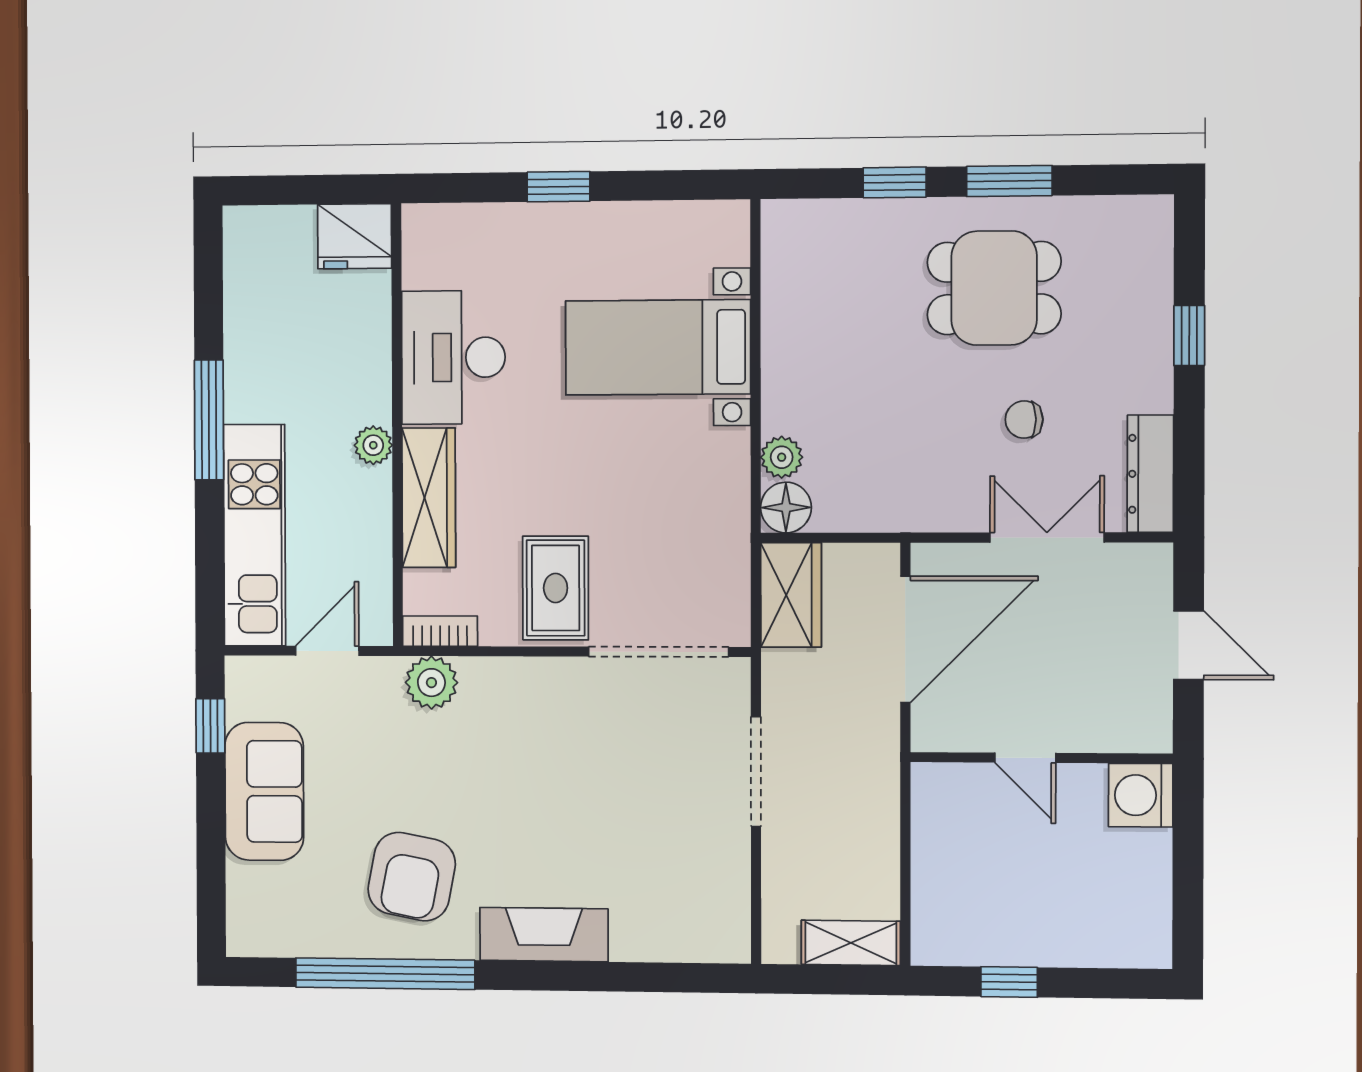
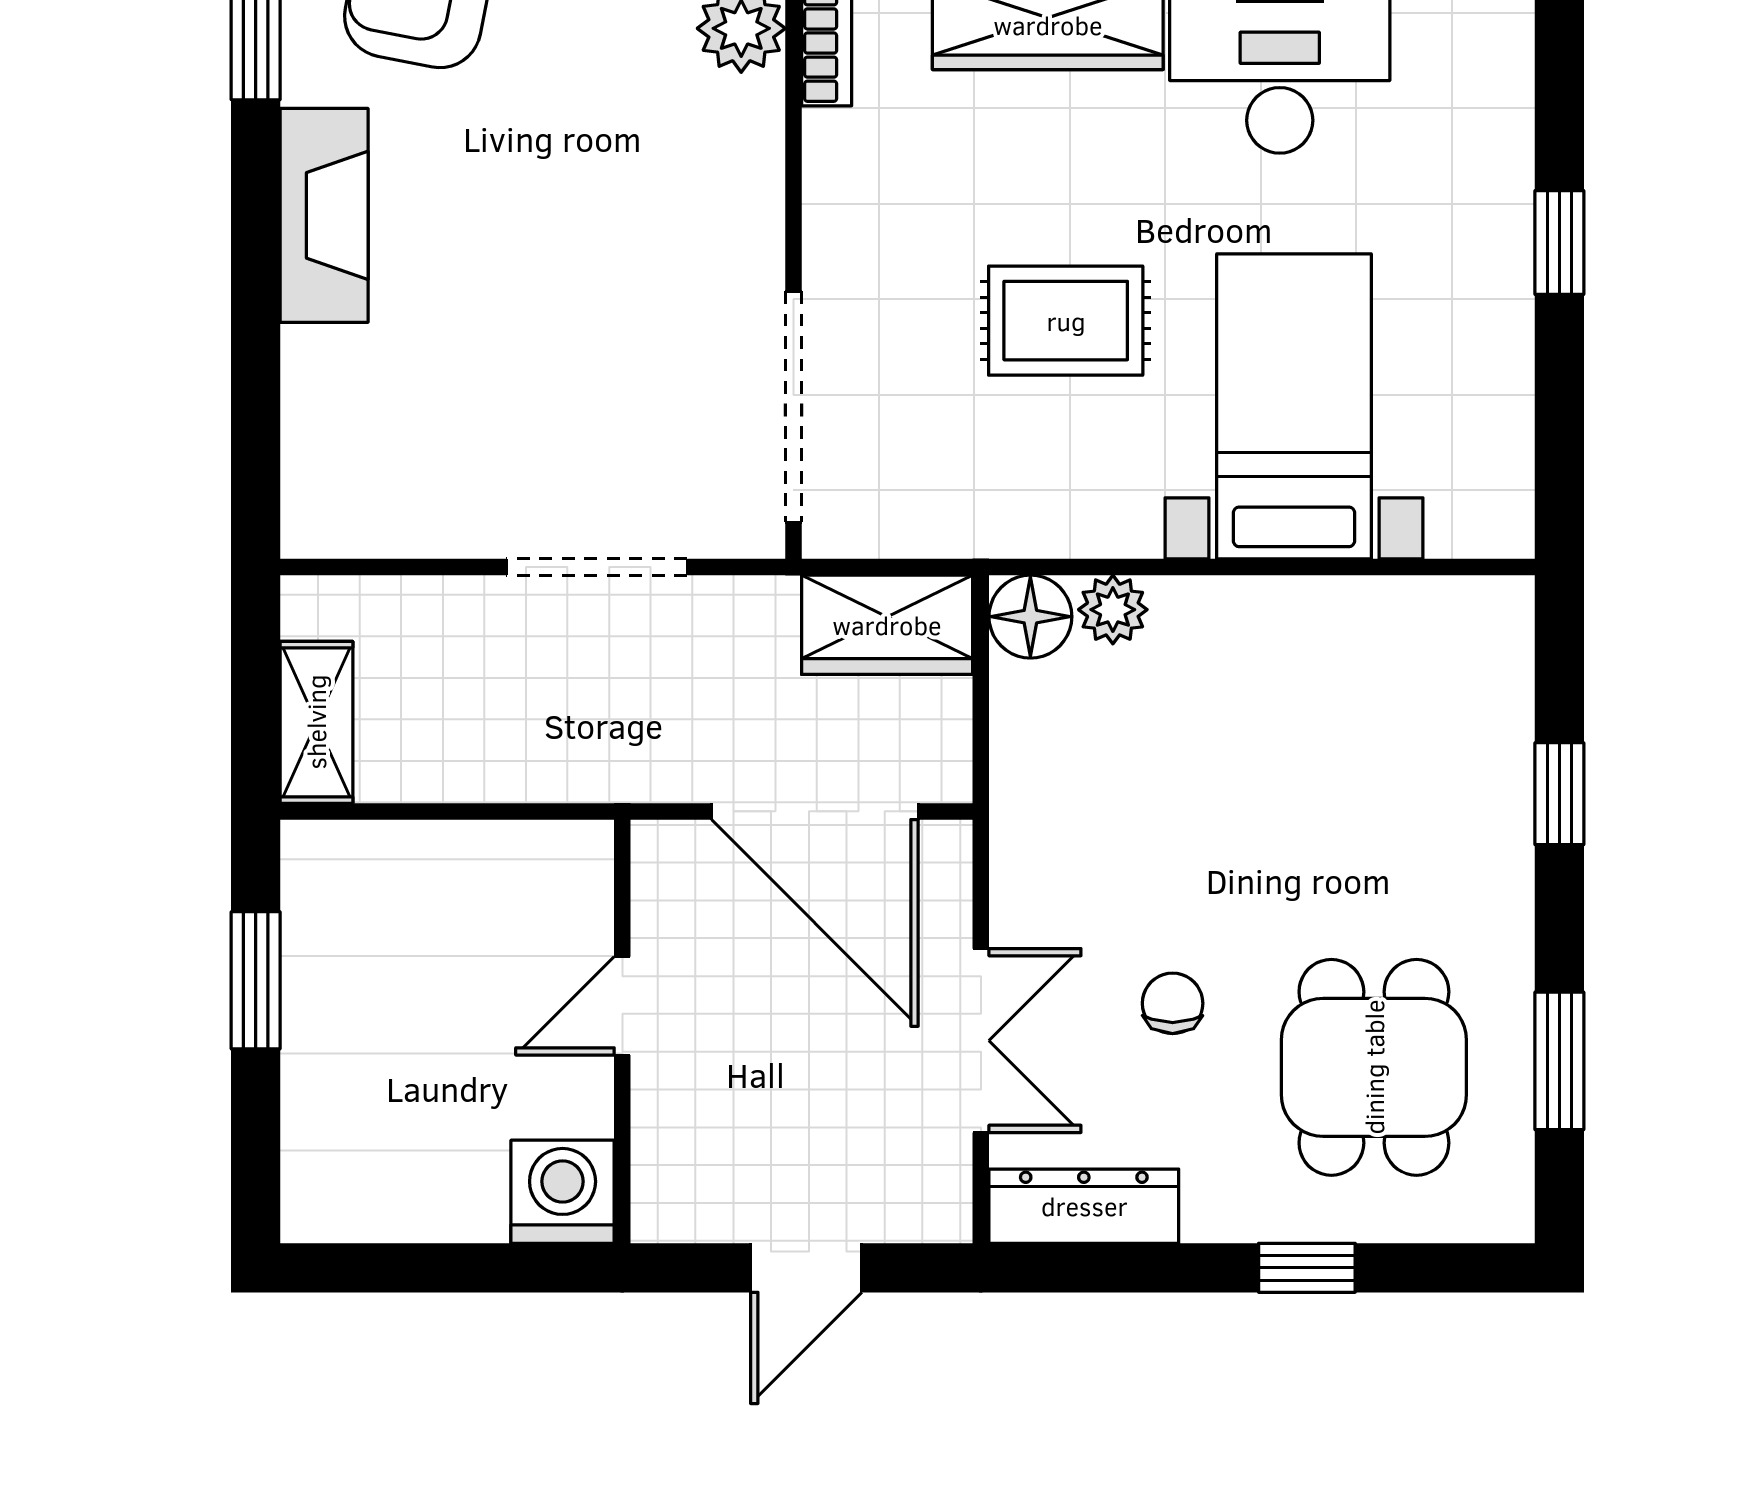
window: (1009, 181) -> (1559, 1061), moved
dining table: (994, 288) -> (1374, 1067), moved
rug: (556, 588) -> (1066, 321), moved
window: (1009, 982) -> (256, 980), width x1.50

